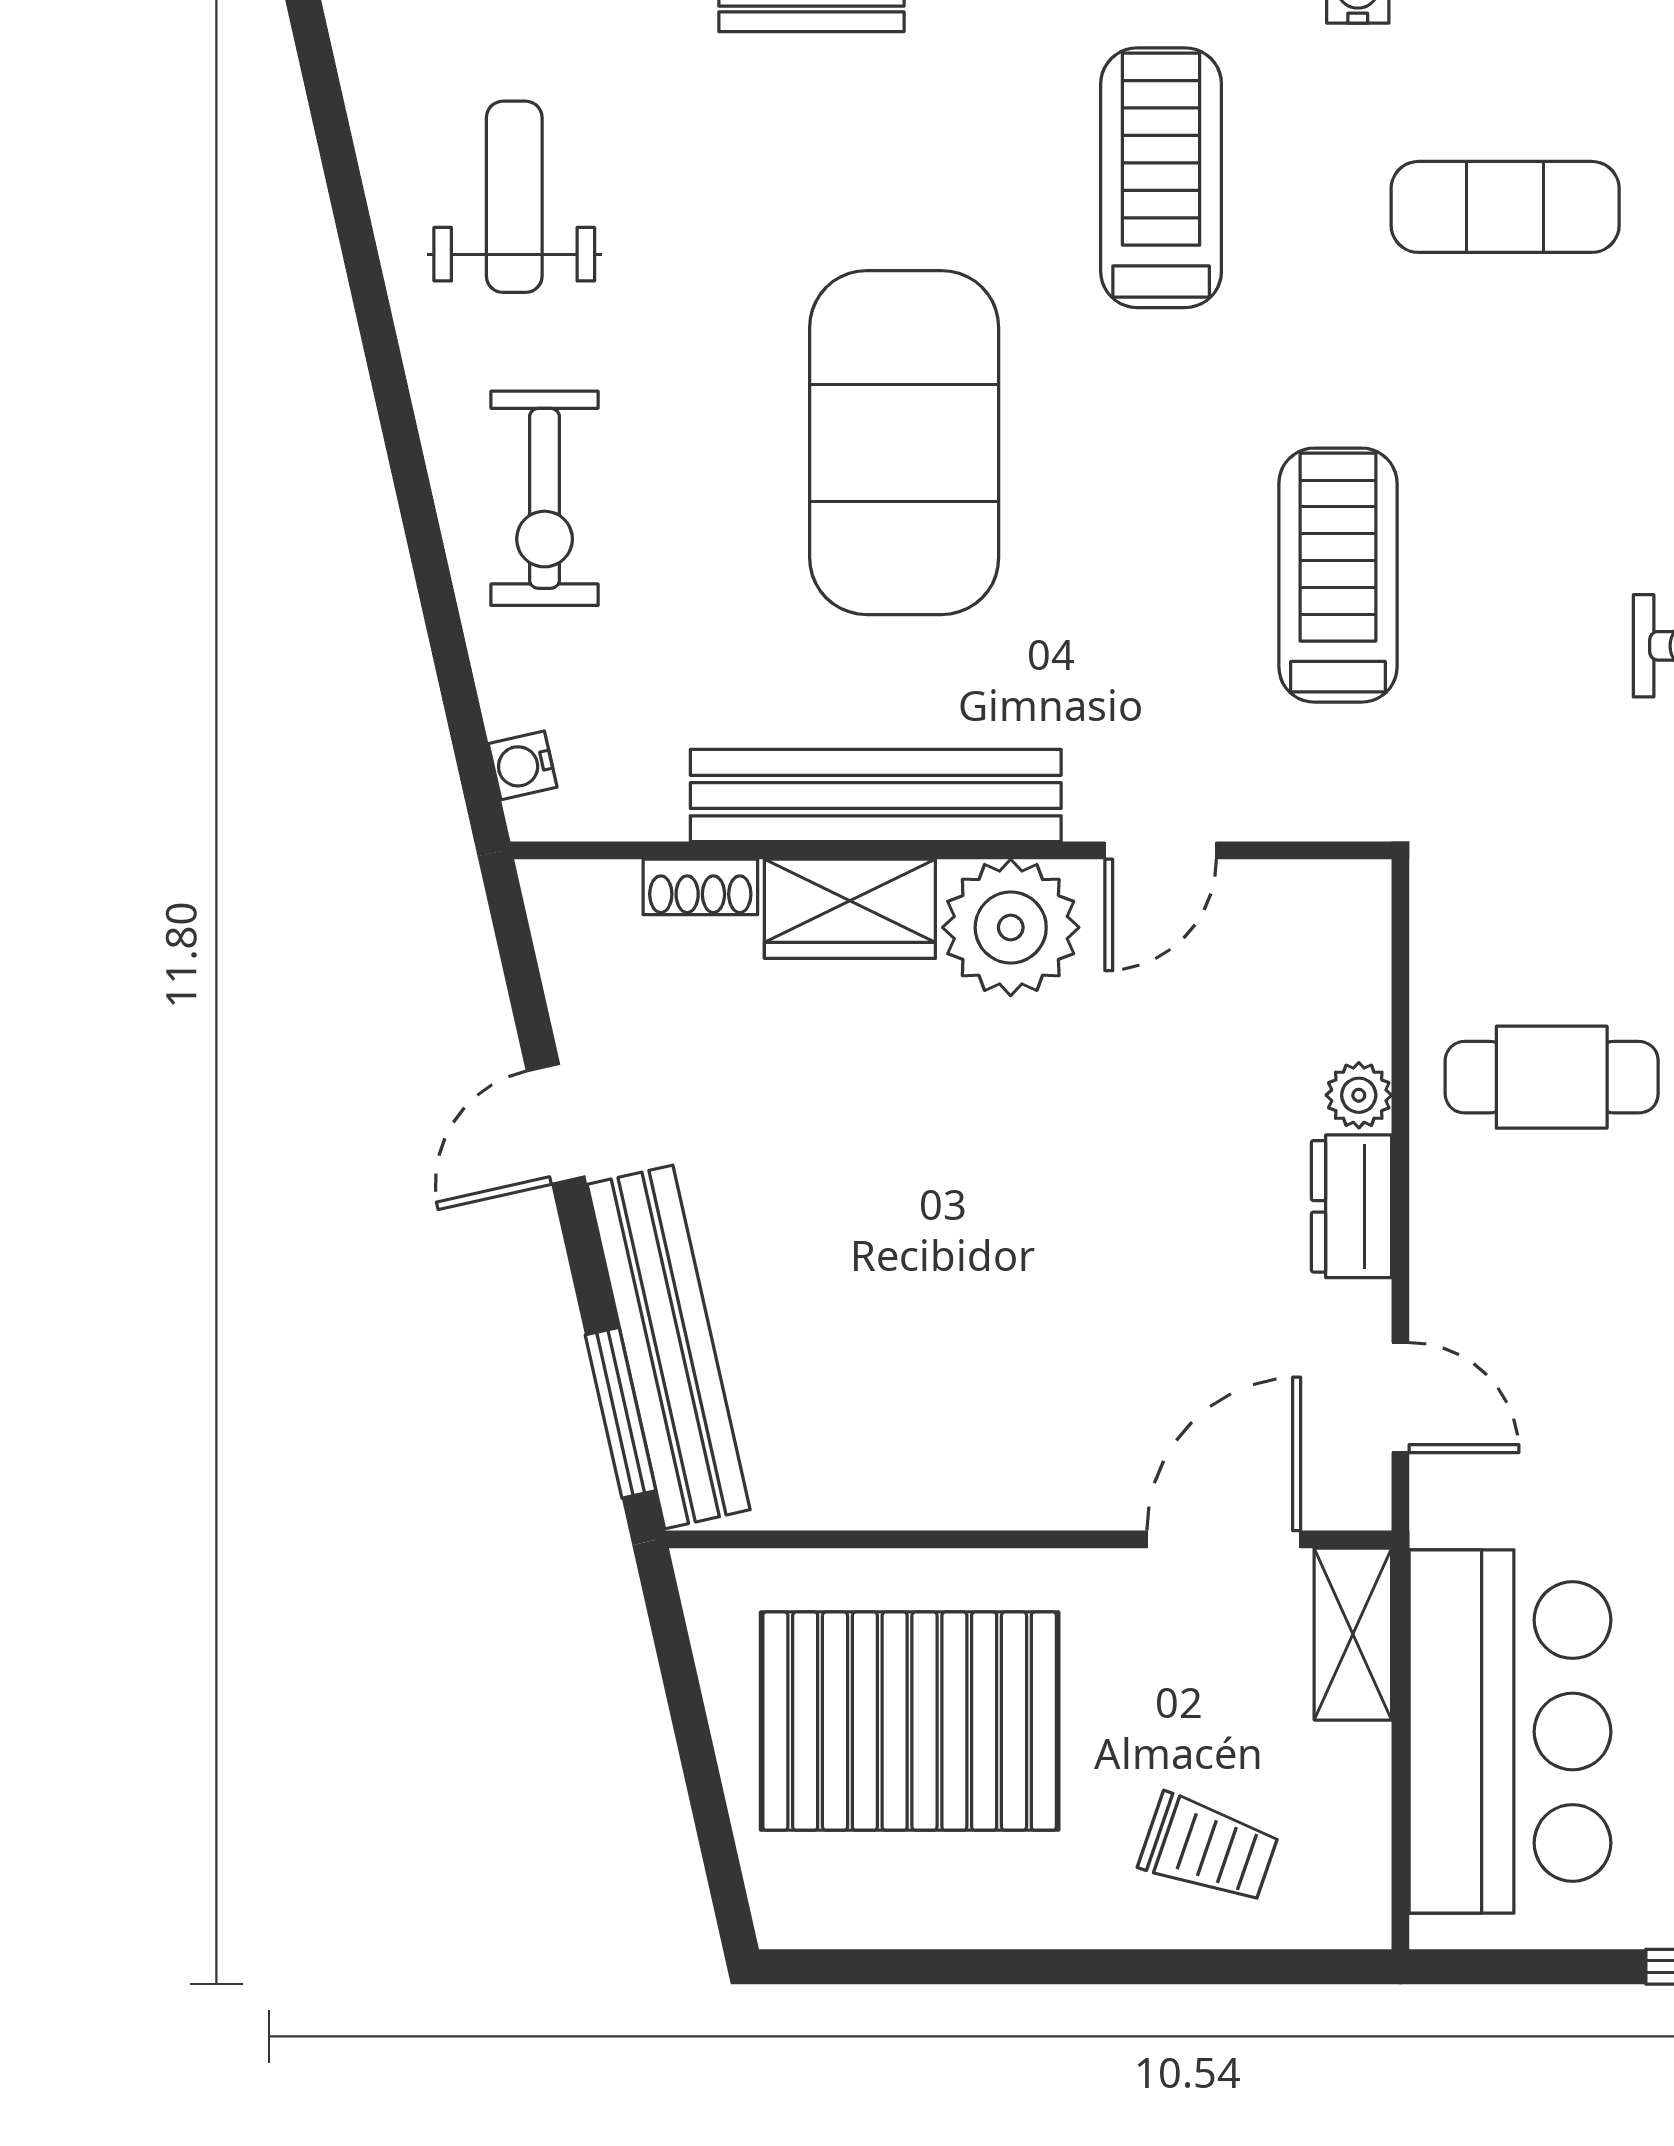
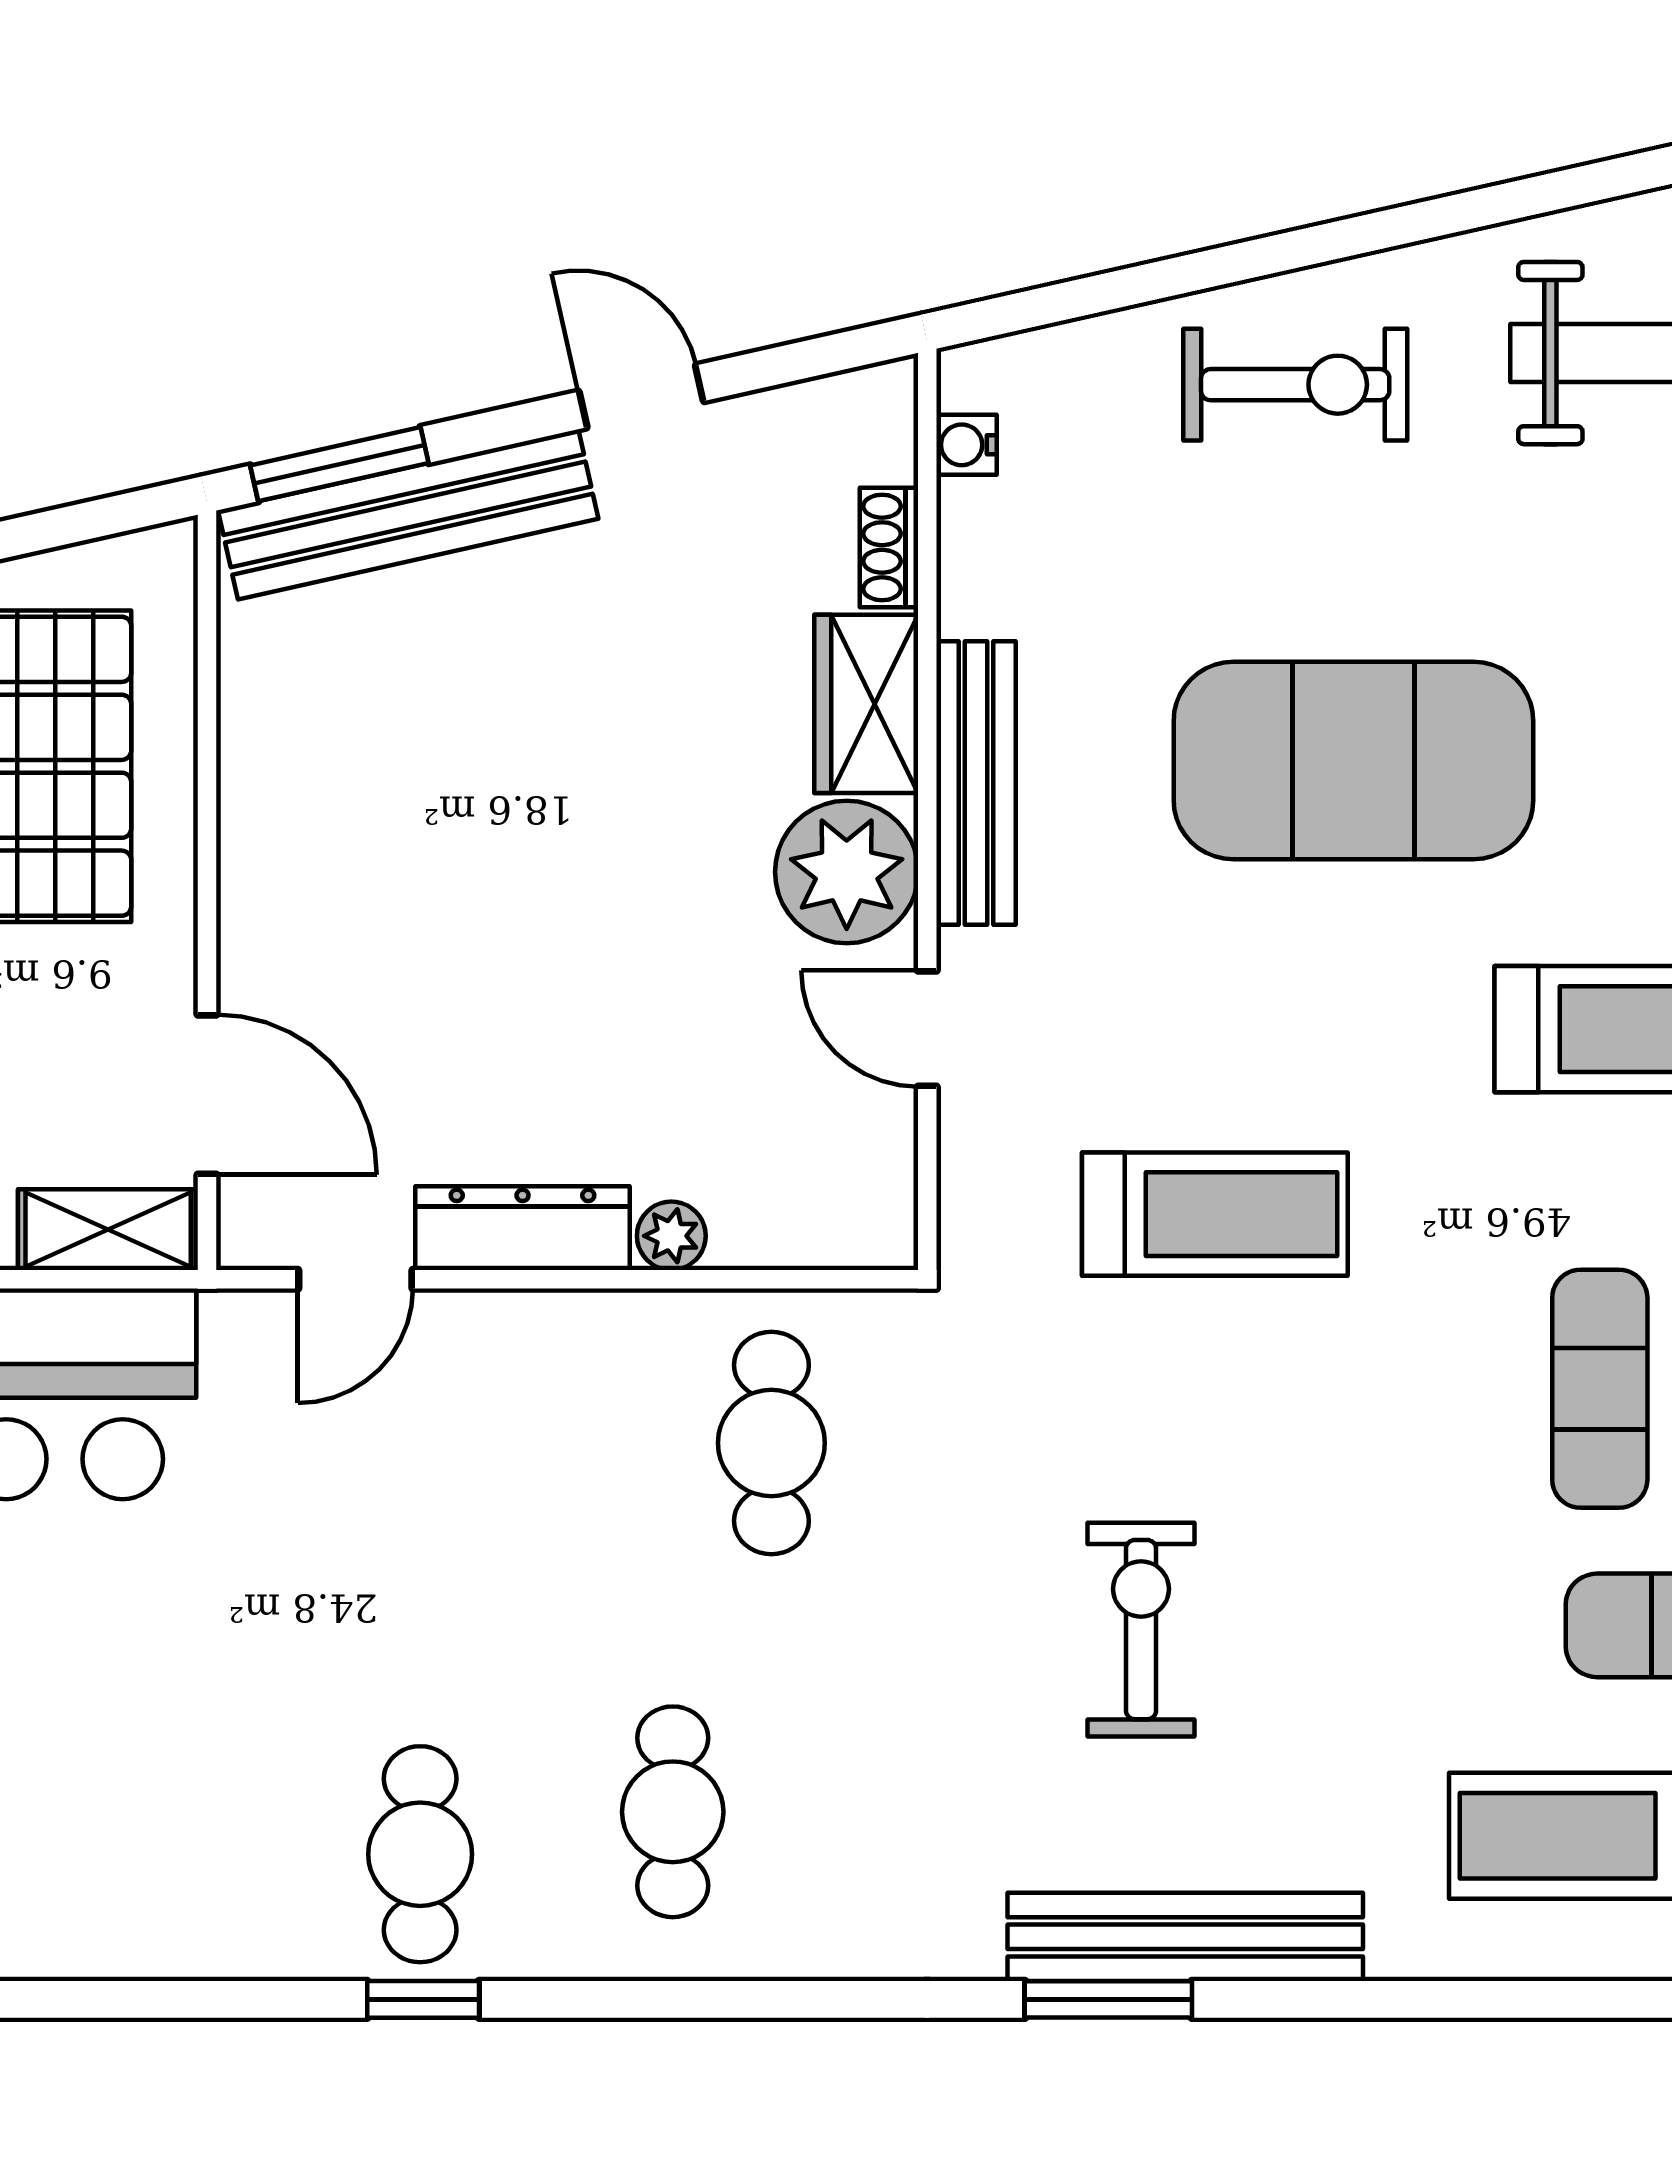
exercise bike: (545, 498) -> (1295, 385), turned 180
water cooler: (523, 765) -> (966, 445), moved, turned -77
bench: (876, 796) -> (976, 783), width x0.73, depth x0.82
cafe table: (1552, 1077) -> (771, 1443), moved
dresser: (1351, 1206) -> (523, 1228), width x1.44

